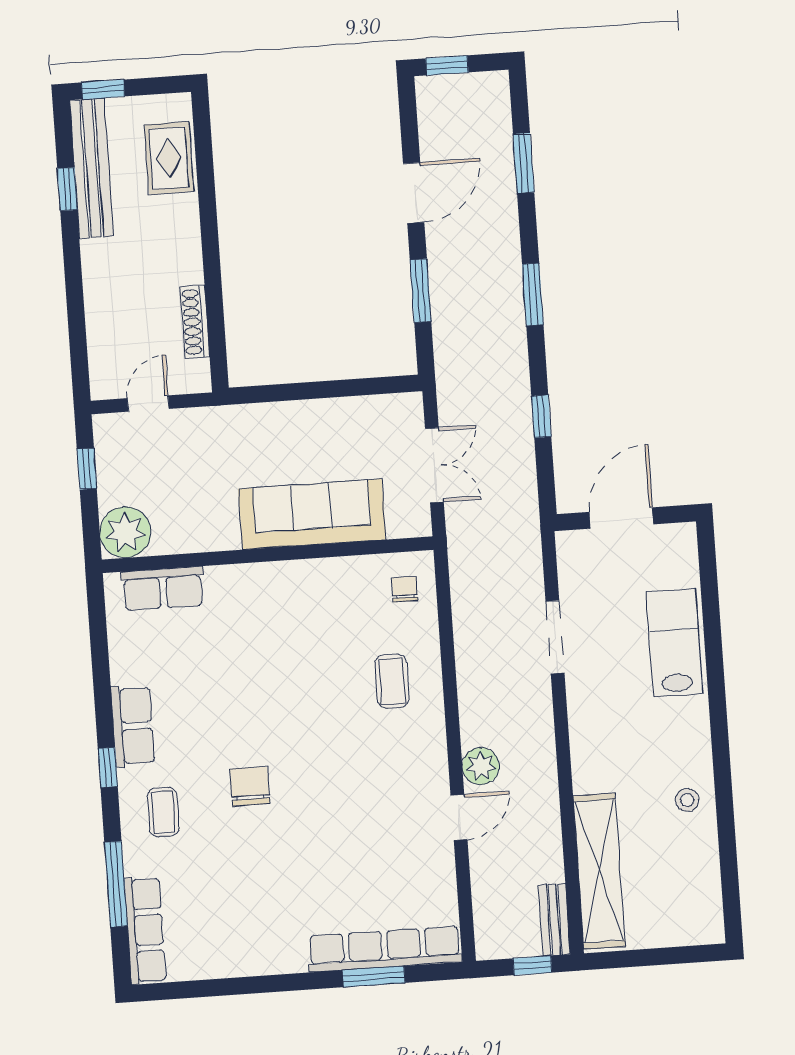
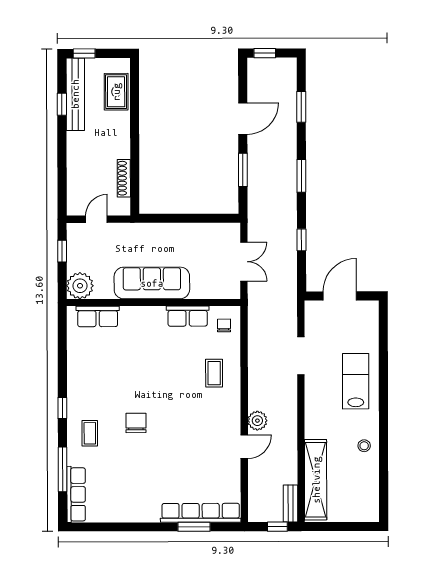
sofa: (312, 514) -> (152, 283), moved
lab bench: (674, 643) -> (356, 381), moved
row of seats: (133, 726) -> (188, 316), moved, turned 90

